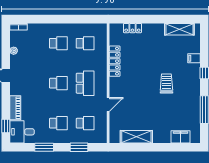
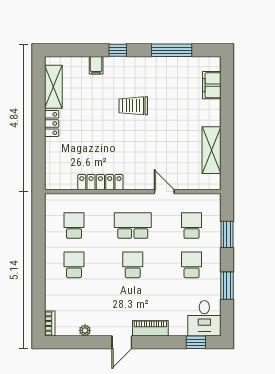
locker: (132, 28) -> (52, 124), moved
piano: (15, 108) -> (150, 328), moved

